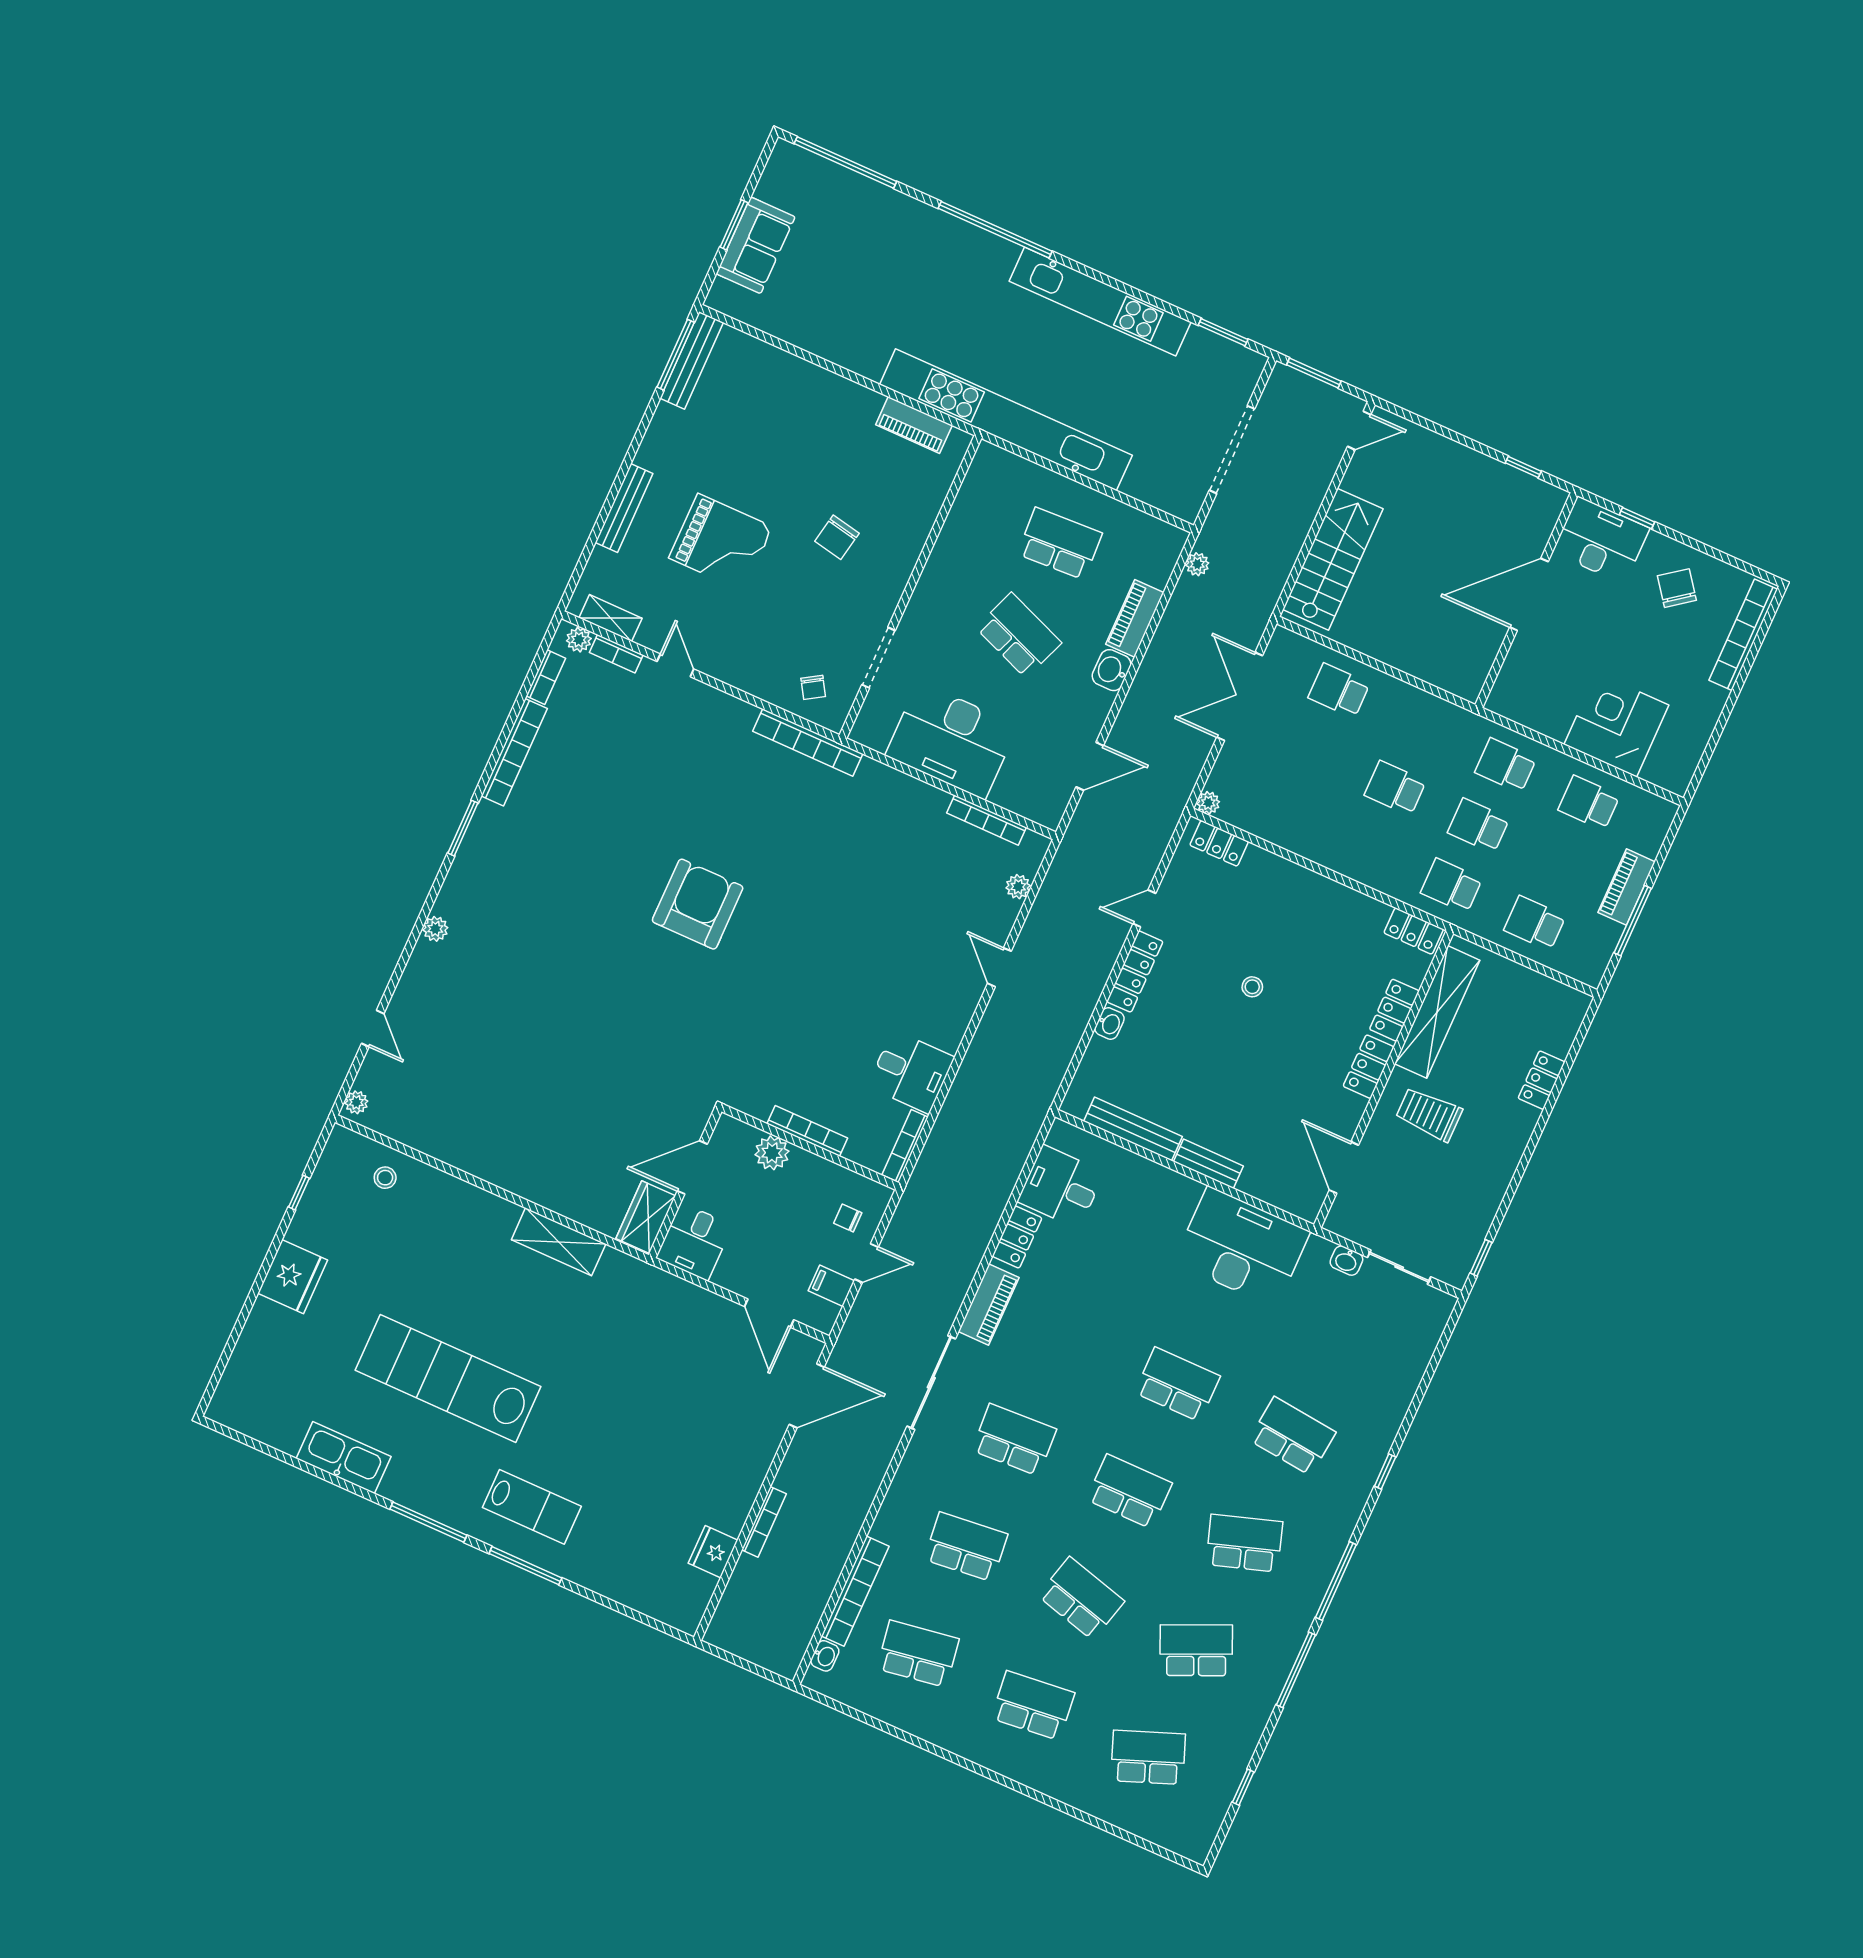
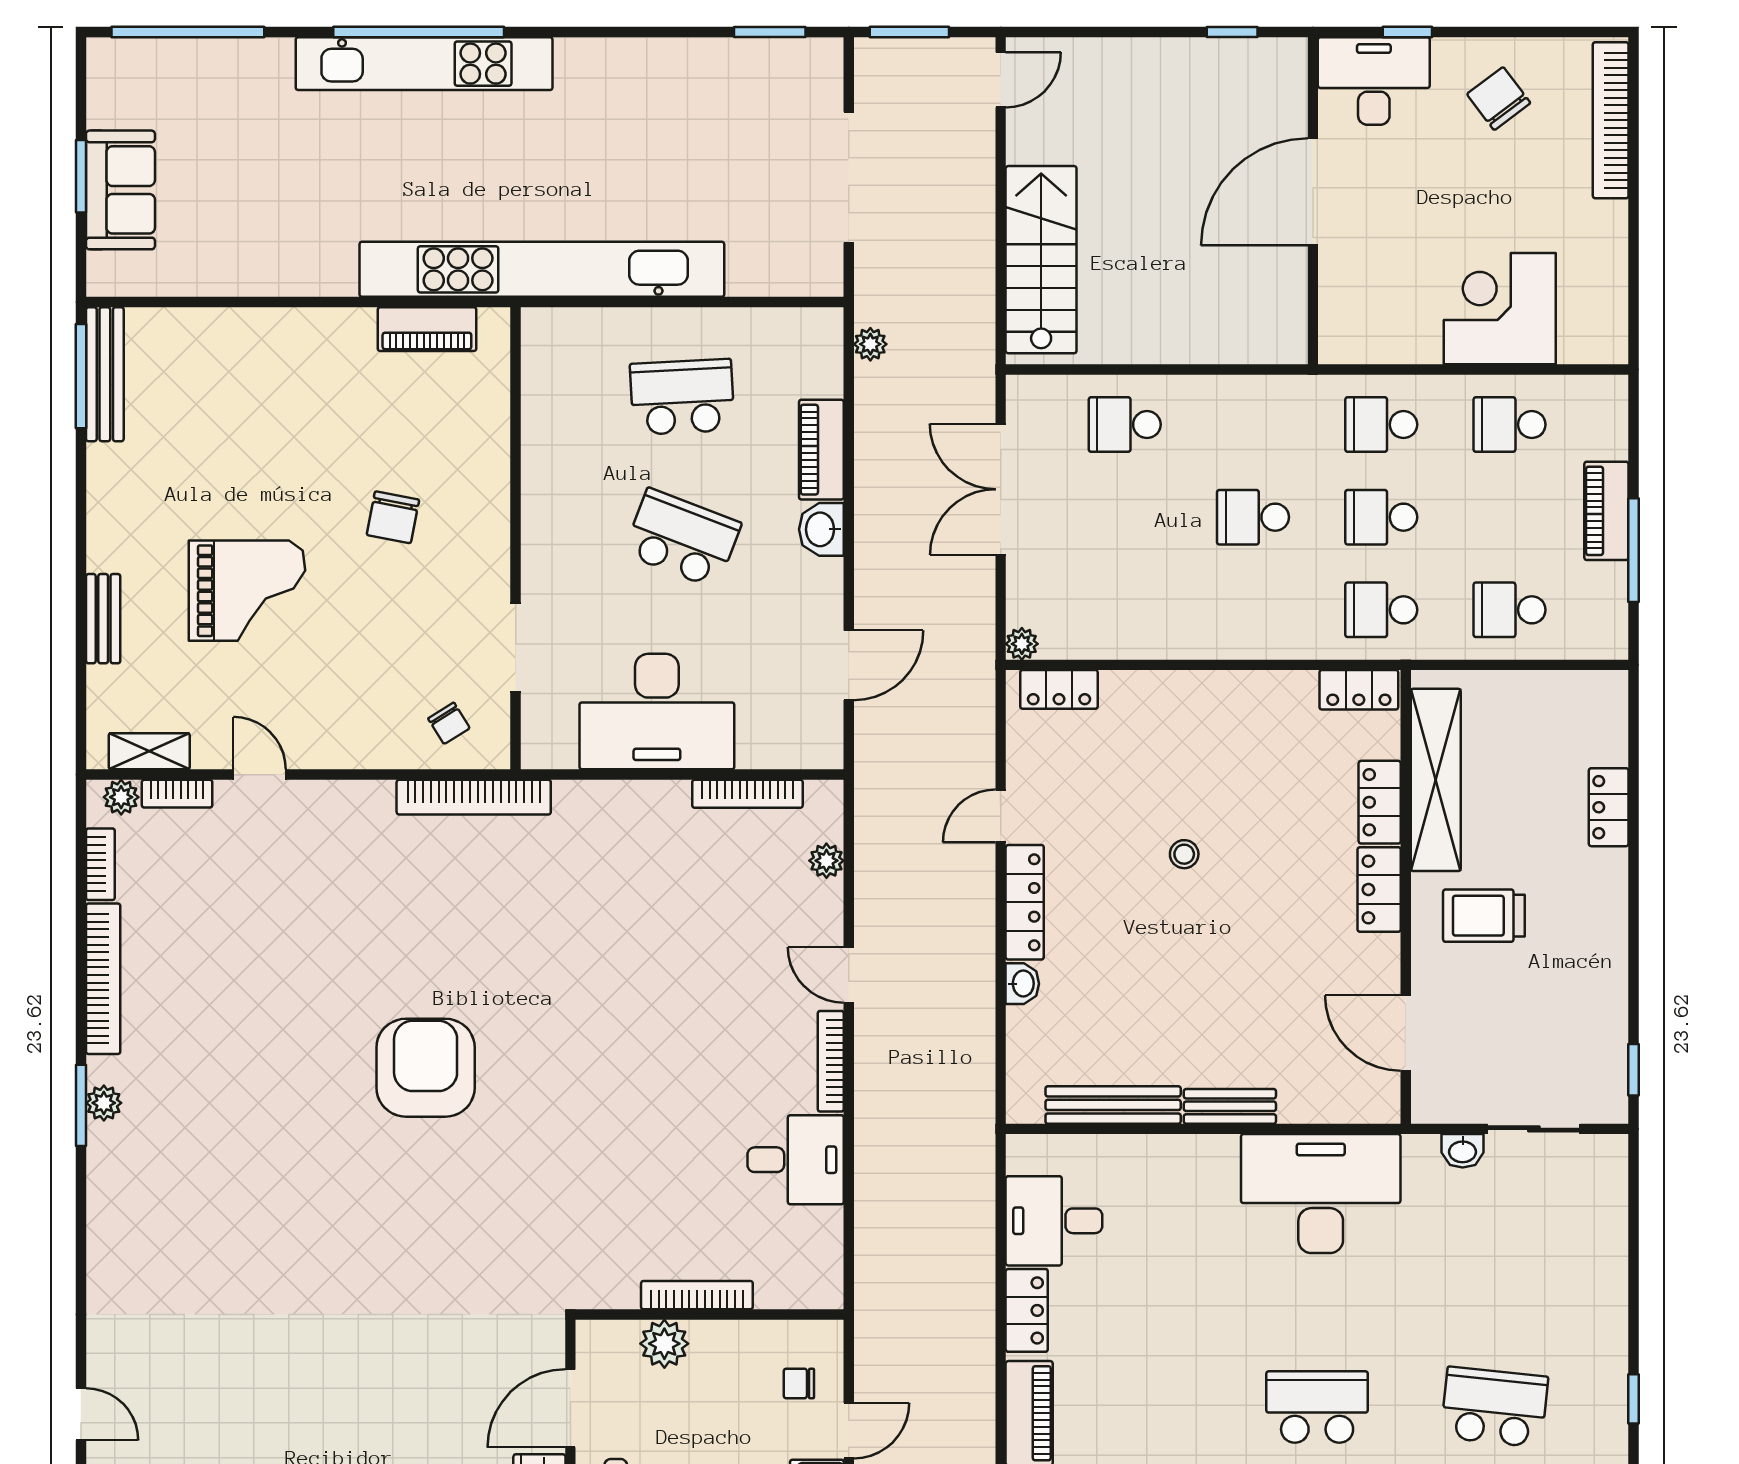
kitchen unit: (1100, 302) -> (424, 64), moved
bench: (624, 508) -> (103, 619), width x0.73
plant: (435, 929) -> (104, 1103), moved
bookcase: (905, 1146) -> (831, 1061), moved

